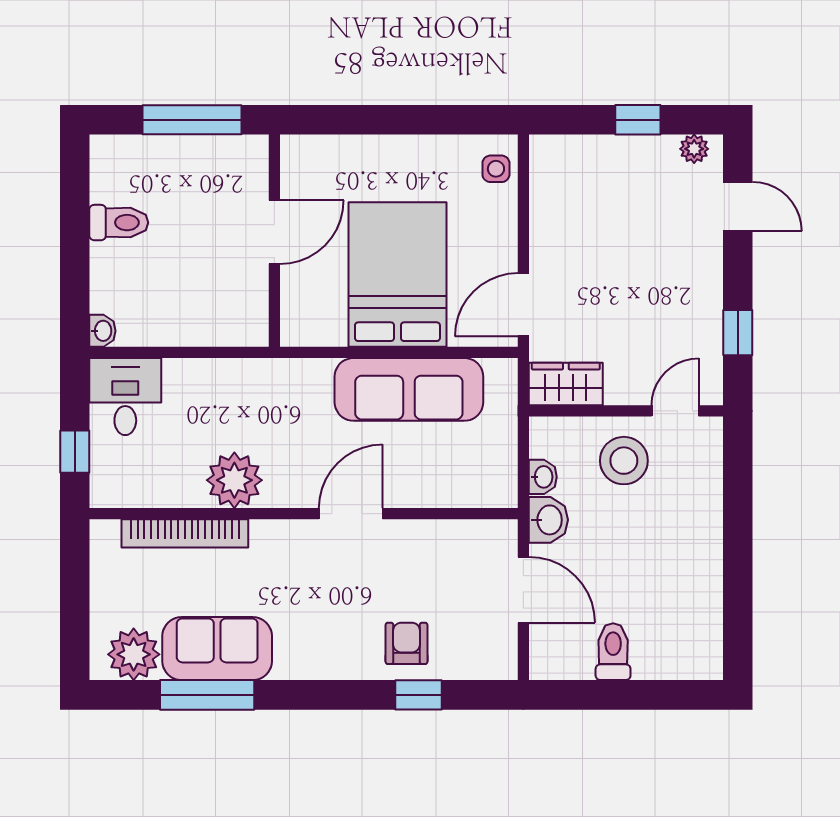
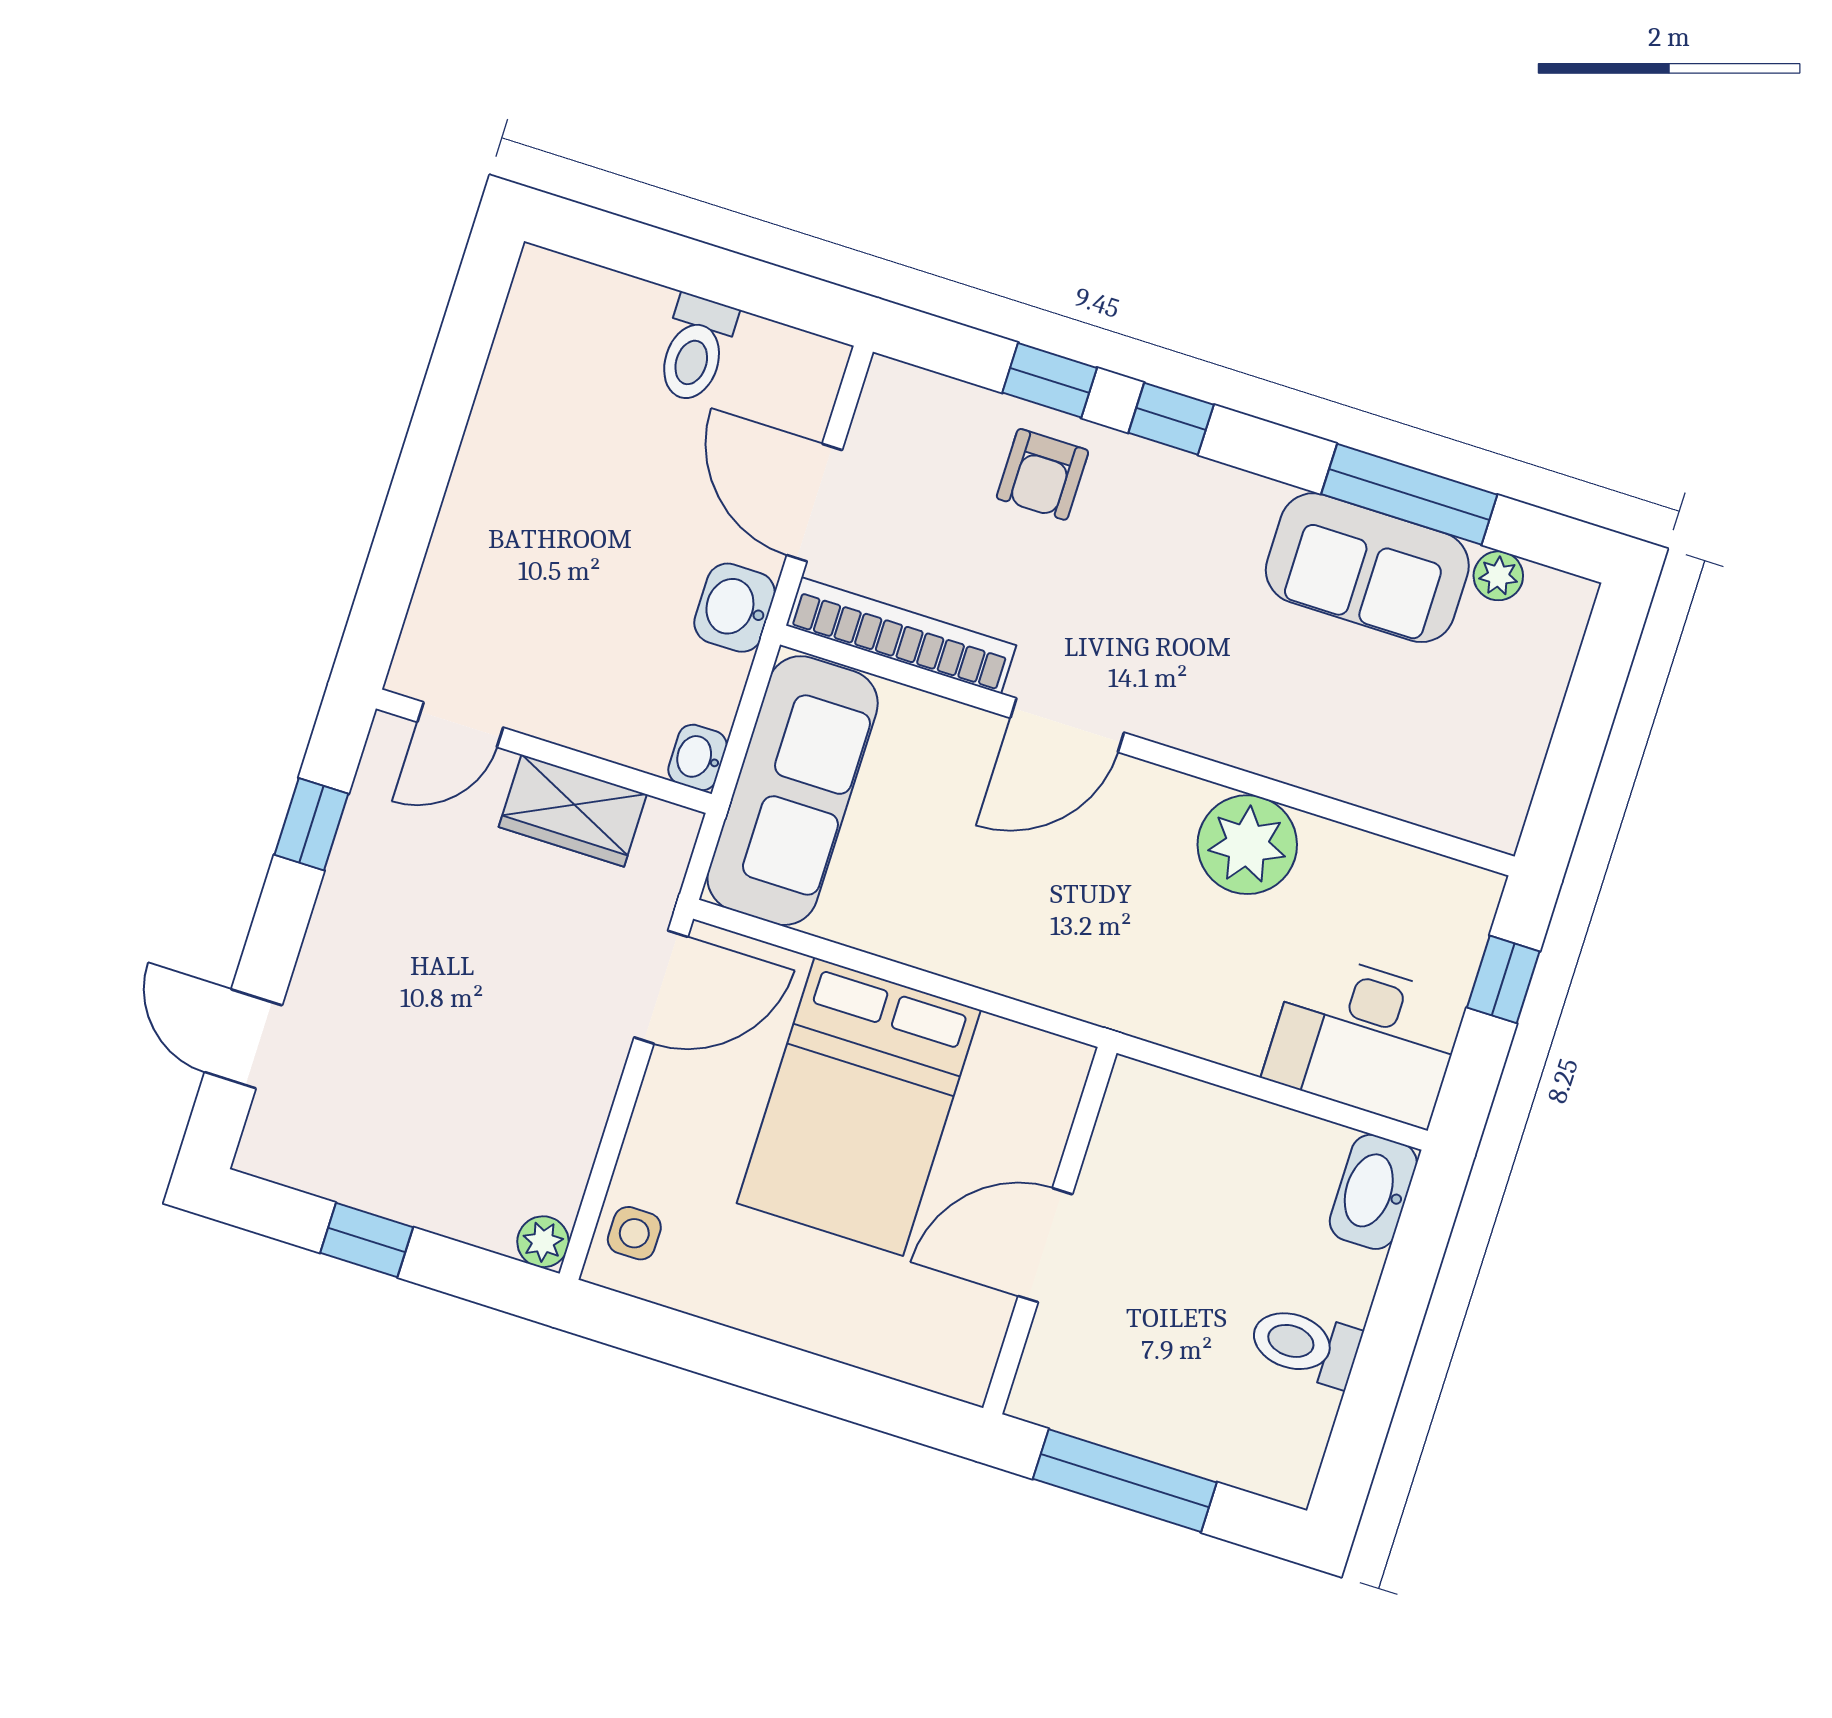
plant: (694, 149) -> (543, 1242), moved
washbasin: (102, 331) -> (1373, 1192), width x1.91, depth x1.45
wardrobe: (566, 384) -> (573, 811), moved
sofa: (409, 389) -> (793, 791), moved, turned 90
desk: (125, 397) -> (1365, 1039), width x1.37
stool: (624, 461) -> (574, 668), removed
washbasin: (543, 477) -> (697, 757), moved
bookcase: (185, 533) -> (901, 635), moved
plant: (134, 654) -> (1498, 576), width x0.53, depth x0.53
window: (347, 695) -> (1171, 419), added

